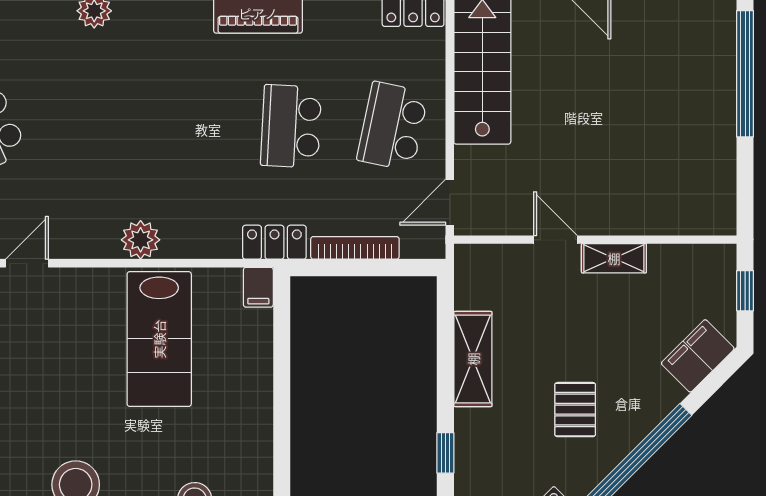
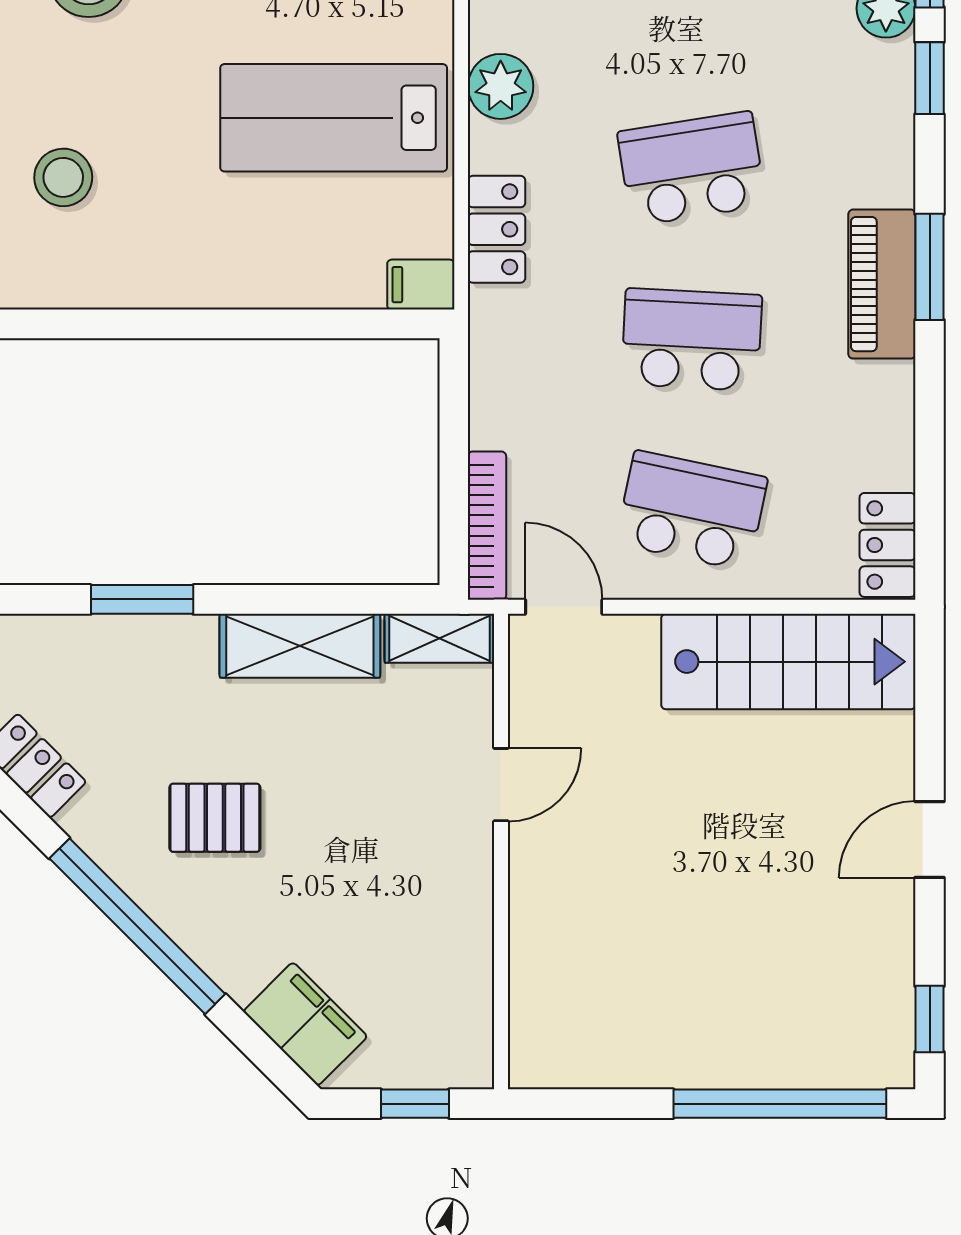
school desk: (189, 126) -> (692, 169), added
locker: (274, 242) -> (497, 229), moved
bookcase: (355, 248) -> (487, 526), moved
shelving: (614, 258) -> (439, 638), moved, turned 90
window: (445, 453) -> (142, 599), width x1.50

